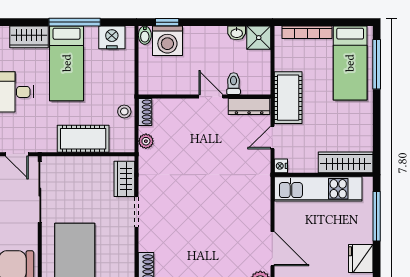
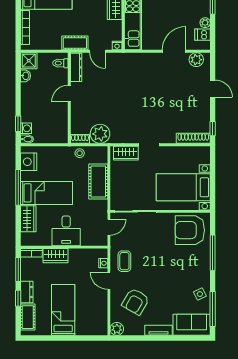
washing machine: (167, 41) -> (26, 128), width x0.53, depth x0.53
toilet: (234, 84) -> (60, 63), moved
cot: (288, 98) -> (75, 43), width x0.73, depth x0.75
plant: (146, 141) -> (100, 134), width x1.88, depth x1.88

